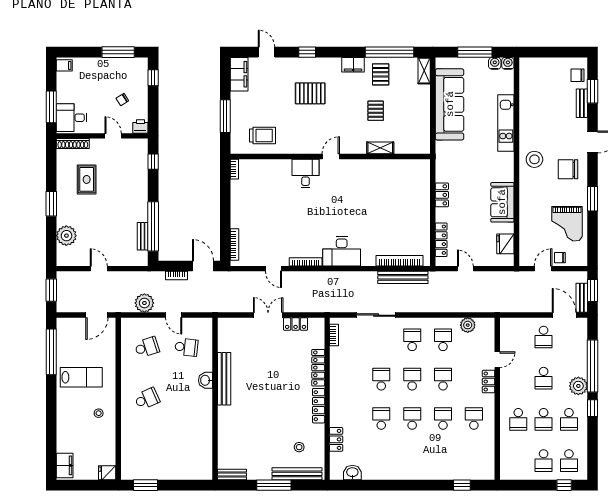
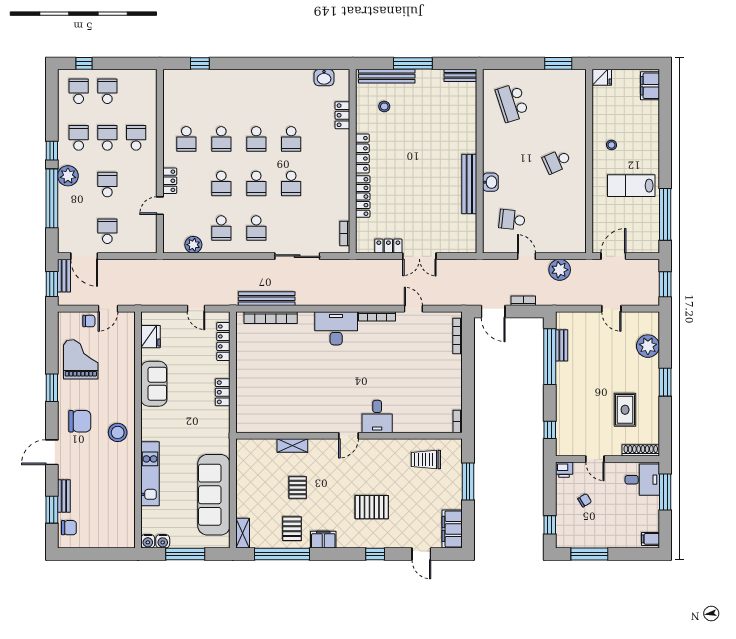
school desk: (147, 347) -> (512, 103), moved, width x1.85

